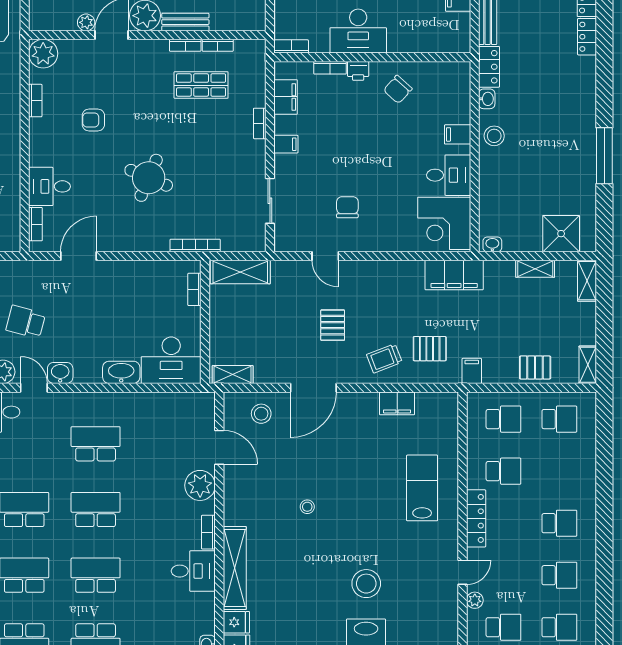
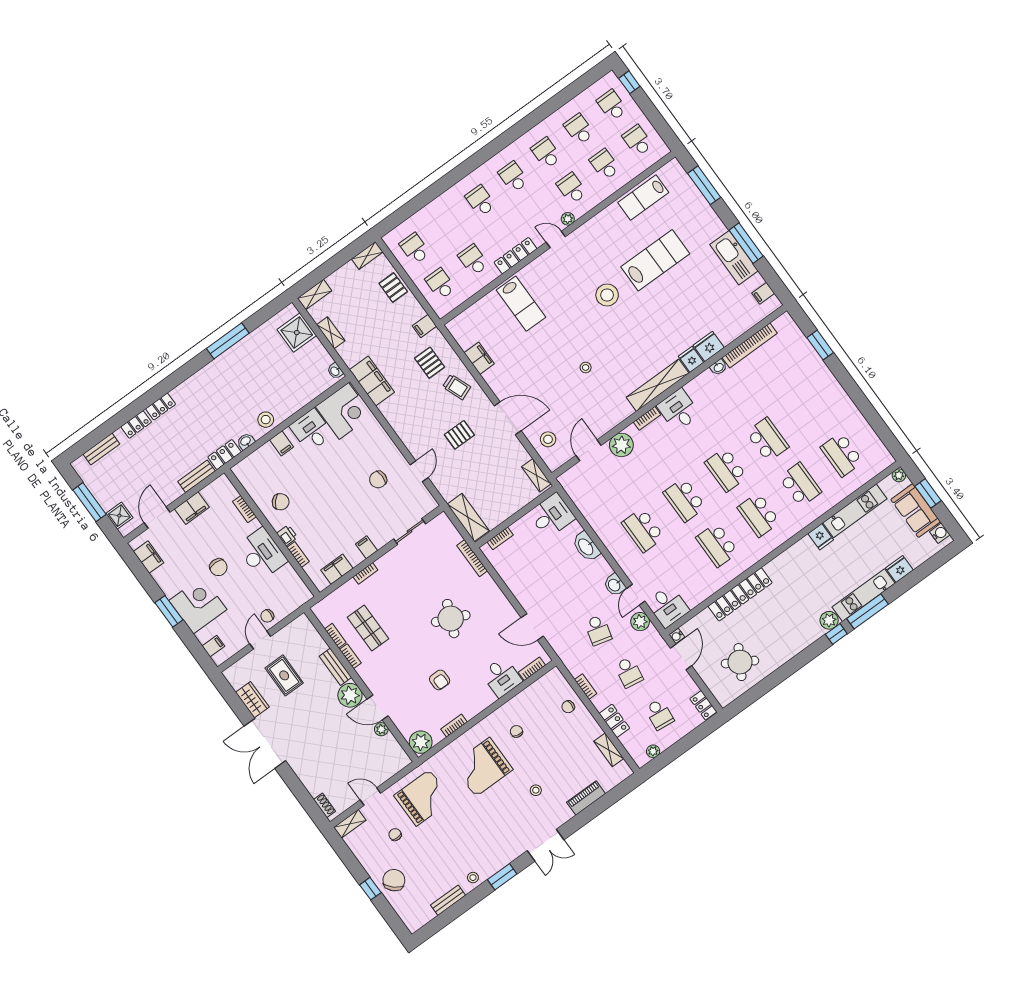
bookcase: (291, 46) -> (244, 509), moved
desk: (171, 360) -> (552, 516), width x0.73
lab bench: (422, 488) -> (521, 304), turned -90

